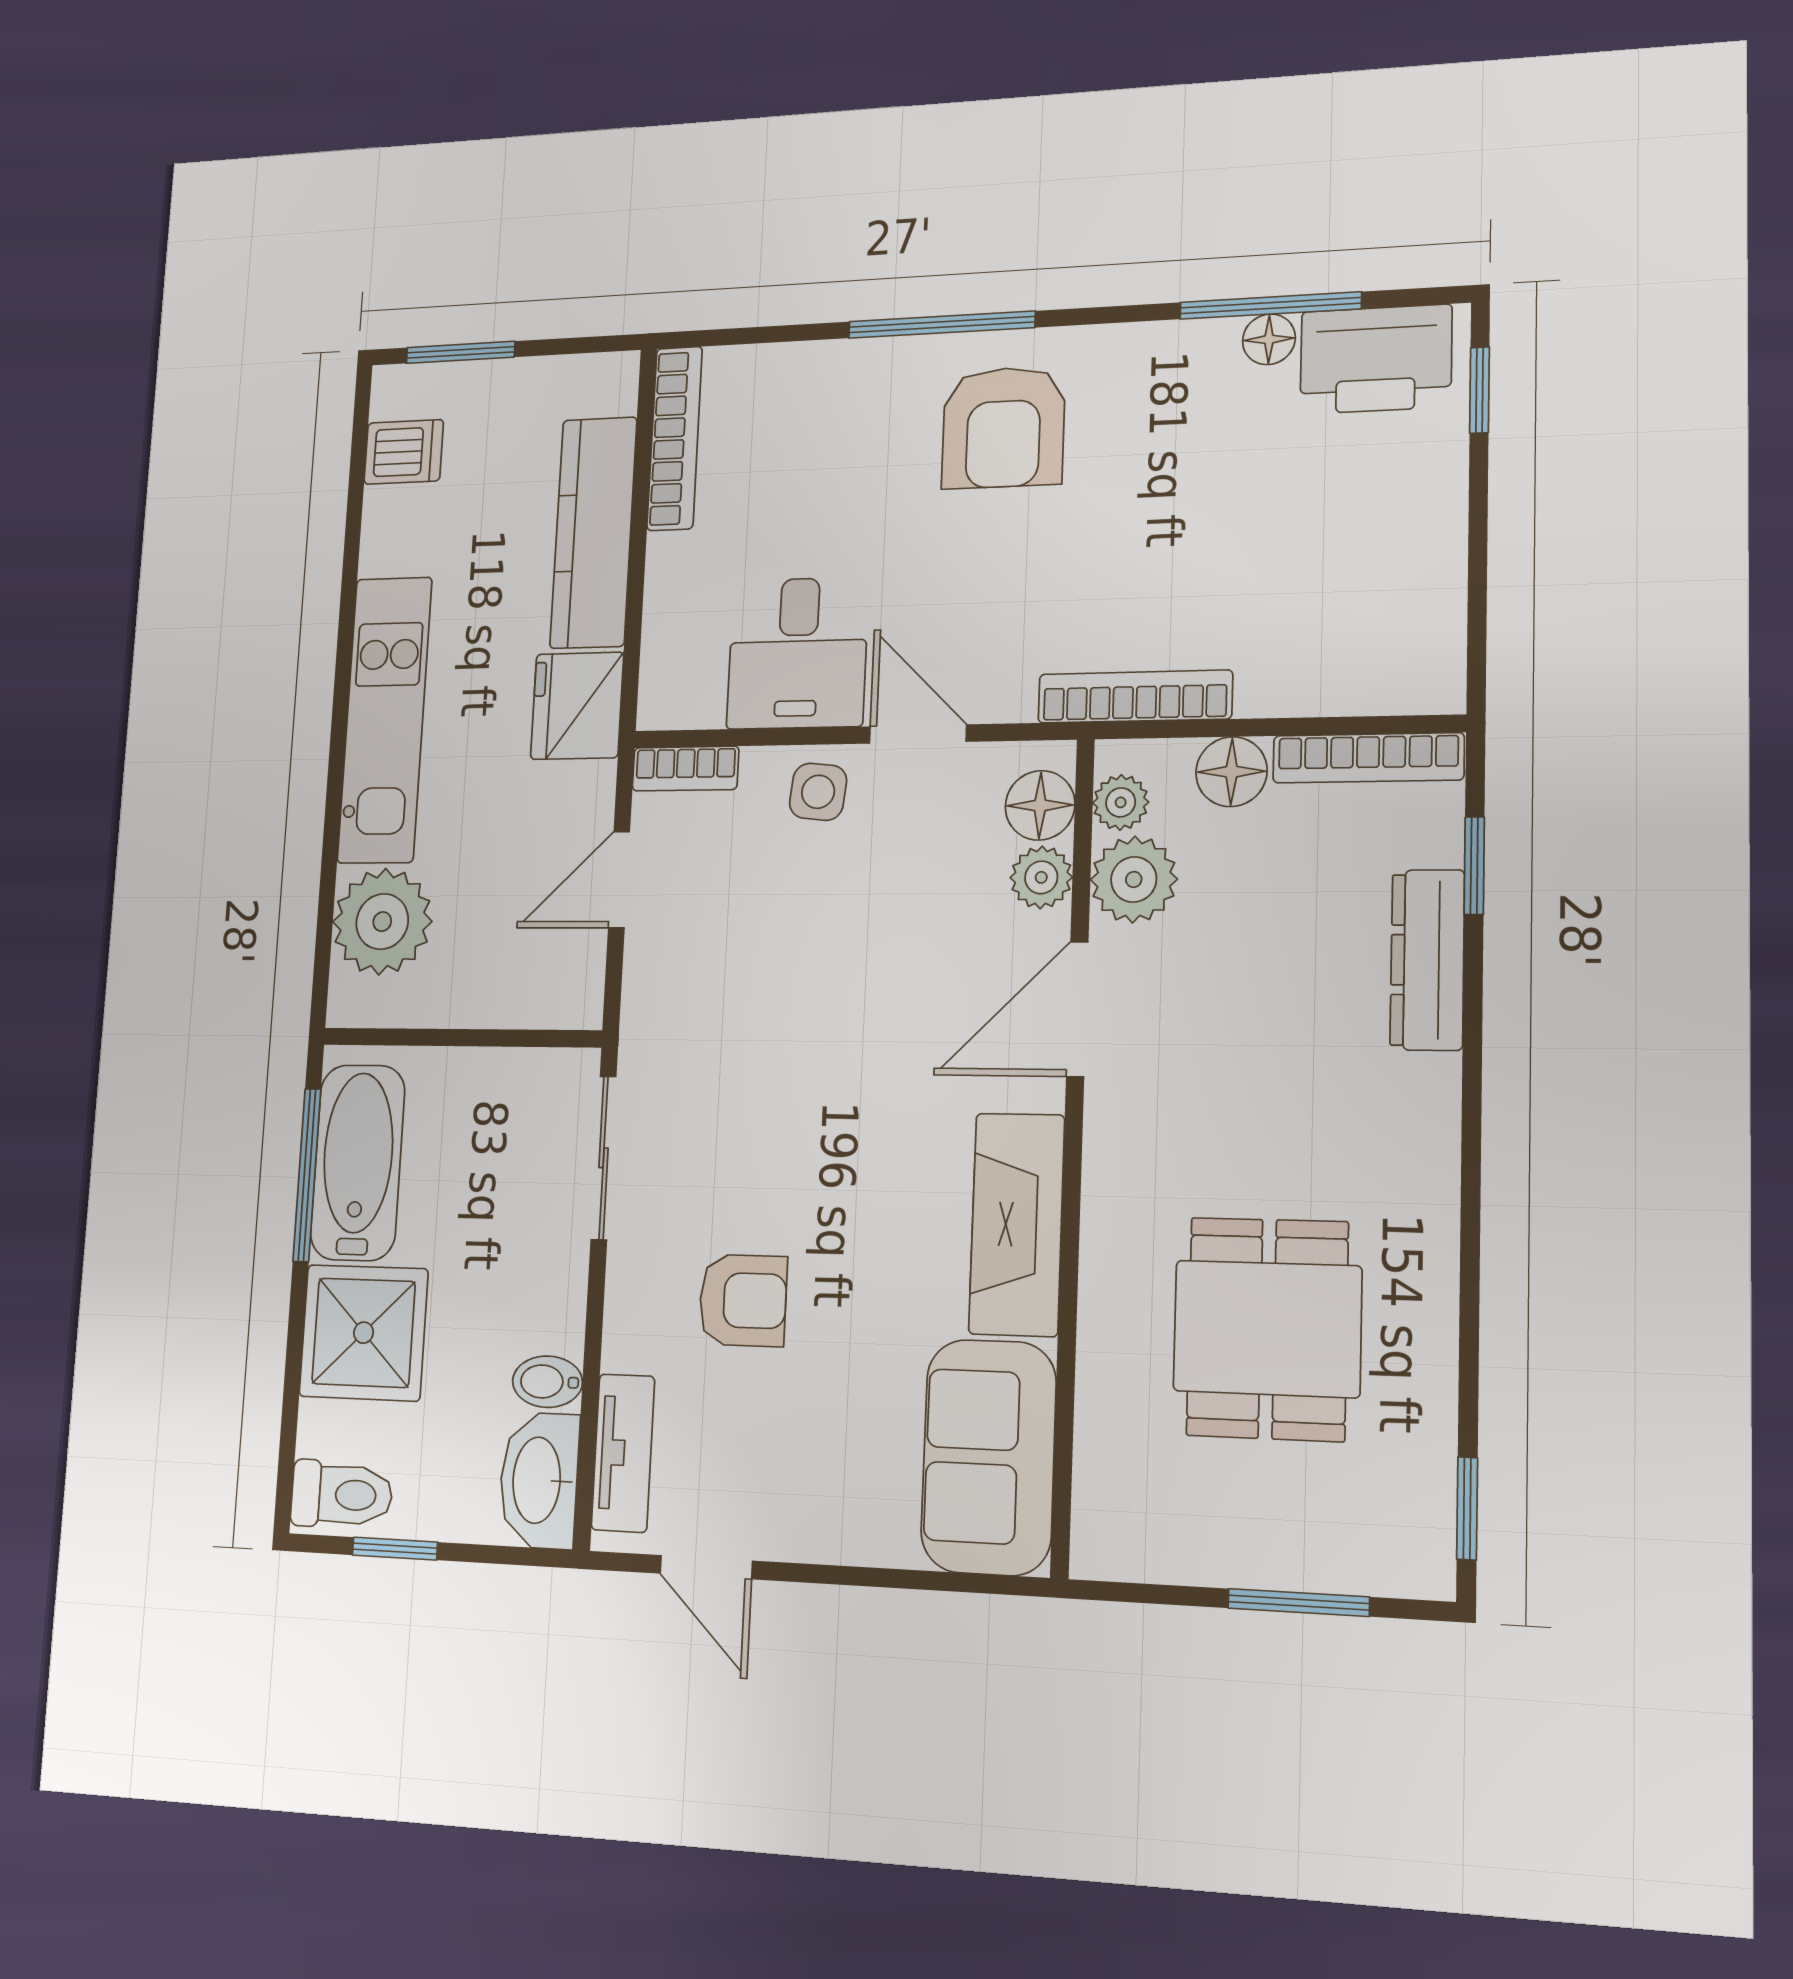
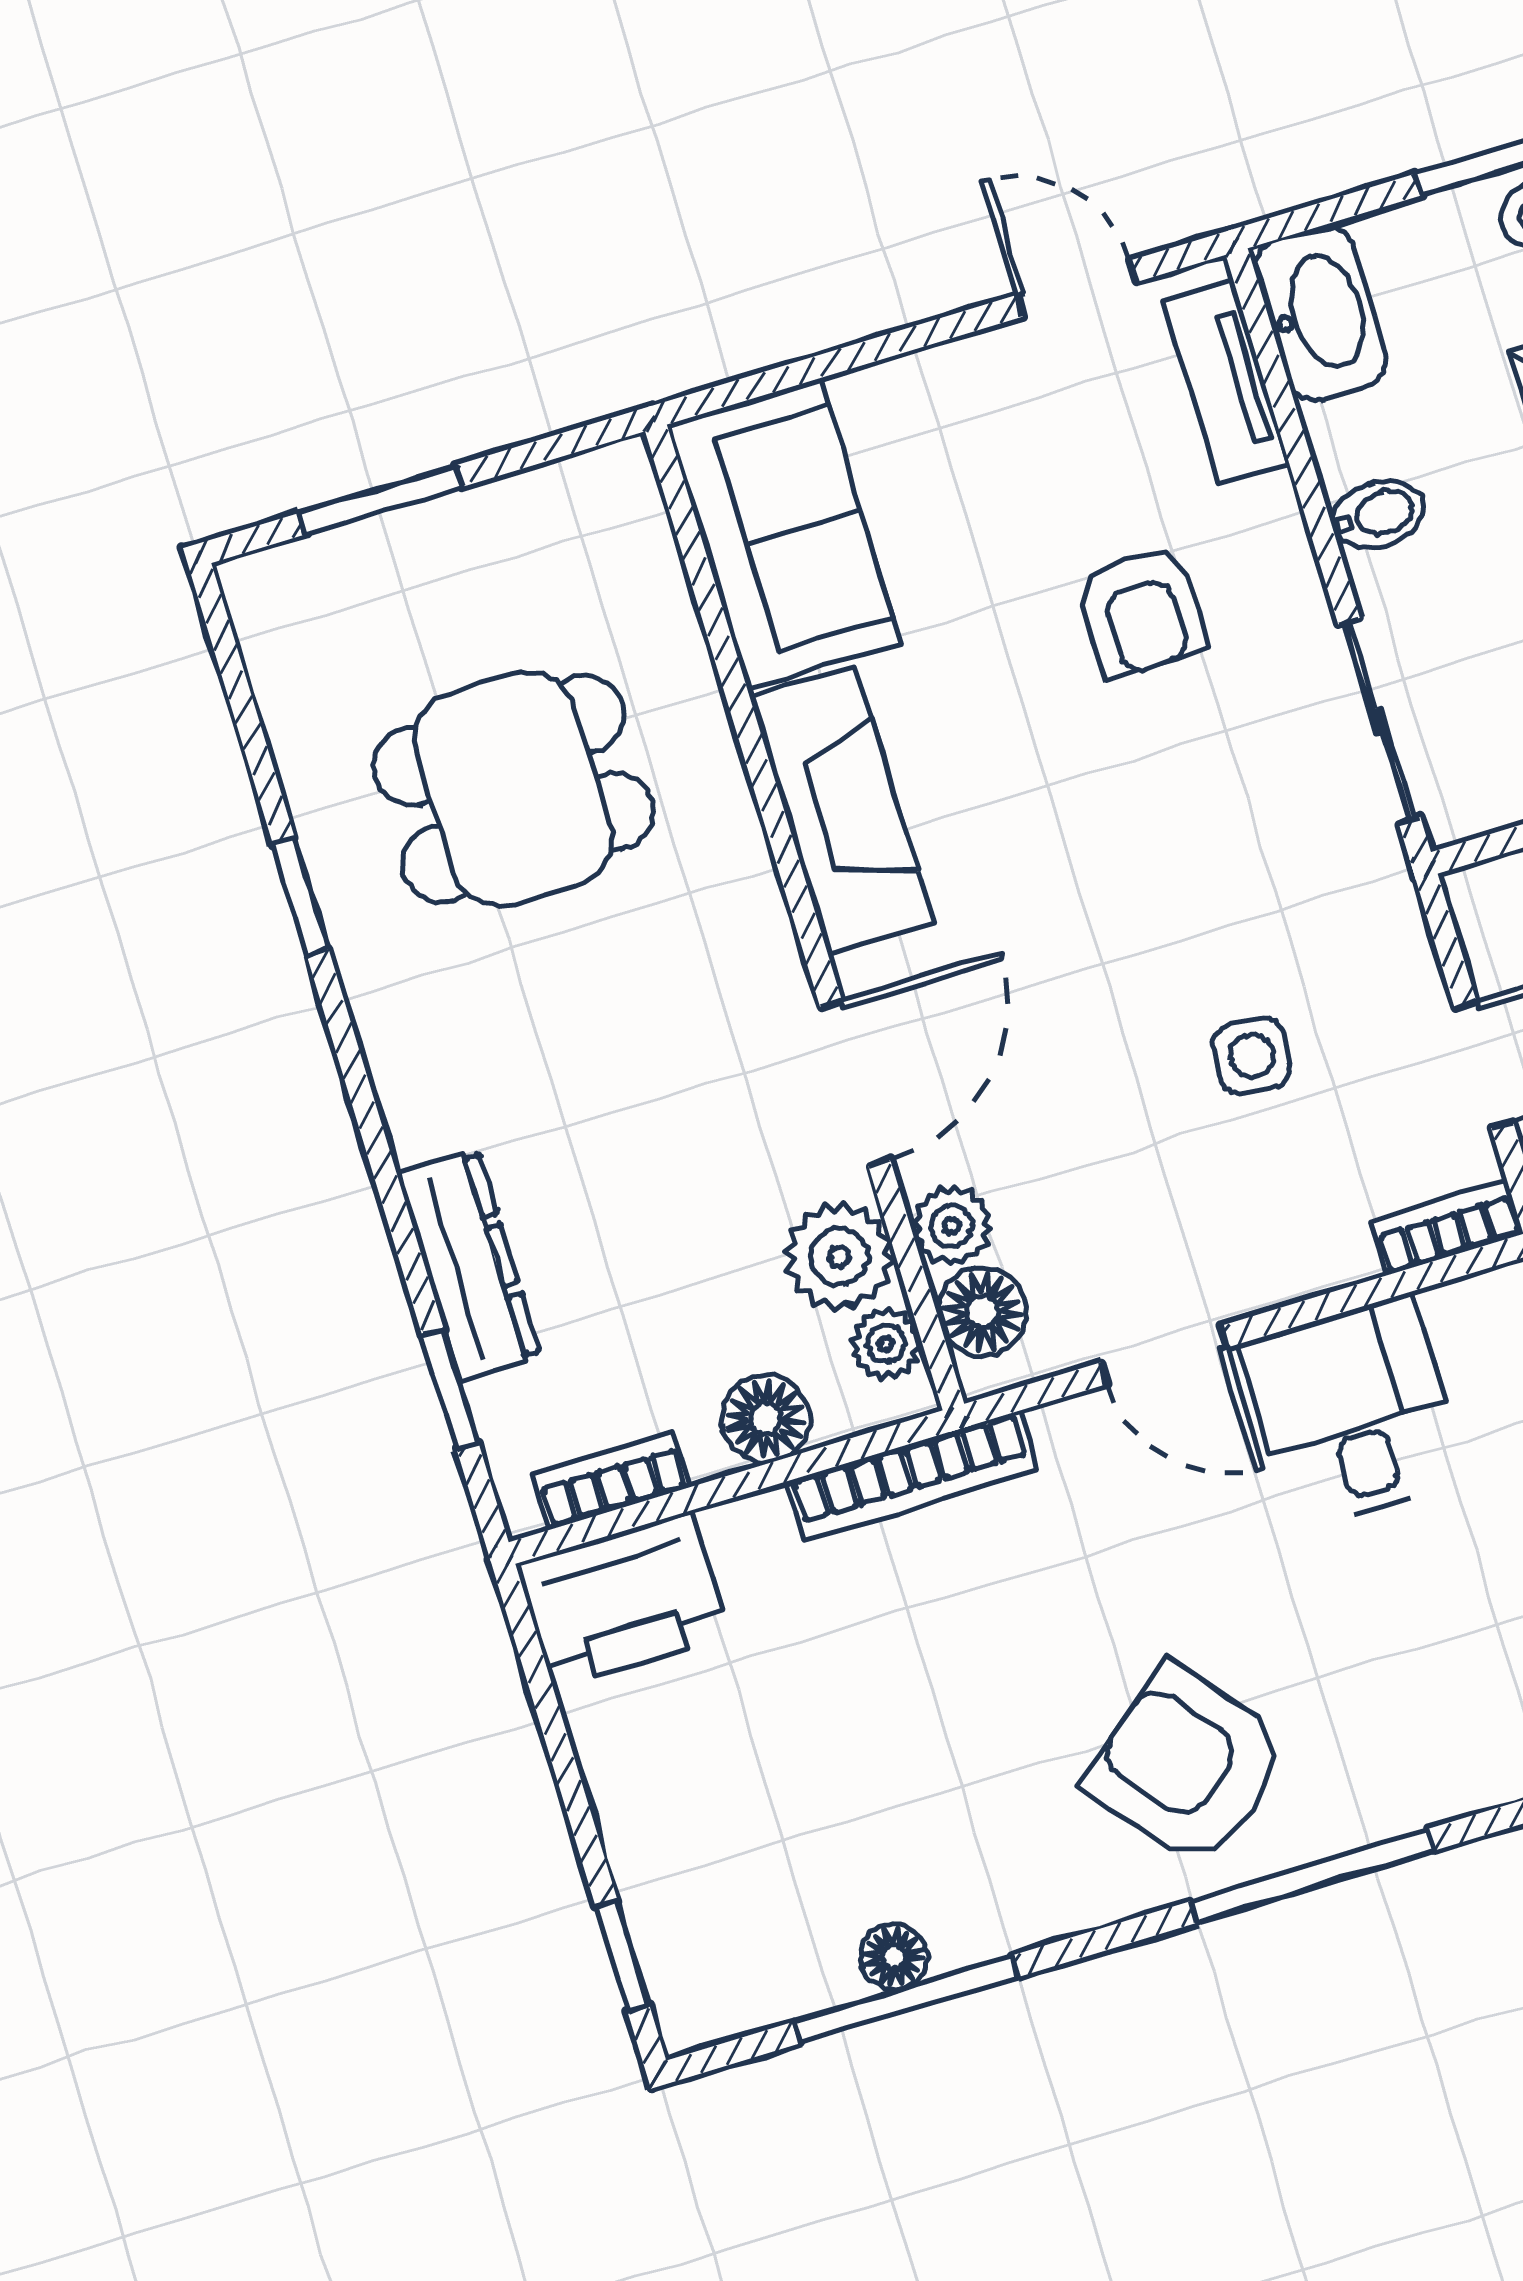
printer: (1376, 359) -> (623, 1600), moved, turned 180
armchair: (1003, 427) -> (1188, 1765), turned -39
bookcase: (1368, 758) -> (611, 1480), width x0.64
side table: (818, 792) -> (1252, 1056), moved
armchair: (743, 1300) -> (1142, 611), turned -90
dining table: (1267, 1329) -> (513, 789), turned 90
bidet: (547, 1382) -> (1378, 515), moved
window: (1467, 1508) -> (301, 897), moved

